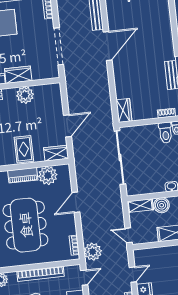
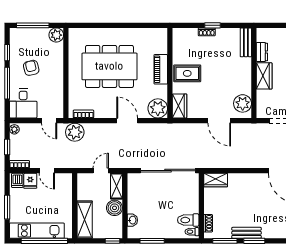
plant: (25, 95) -> (243, 103), moved
door: (67, 126) -> (219, 121), moved
plant: (48, 175) -> (158, 108), moved
door: (129, 235) -> (101, 171), moved
bookcase: (40, 274) -> (58, 76), removed

